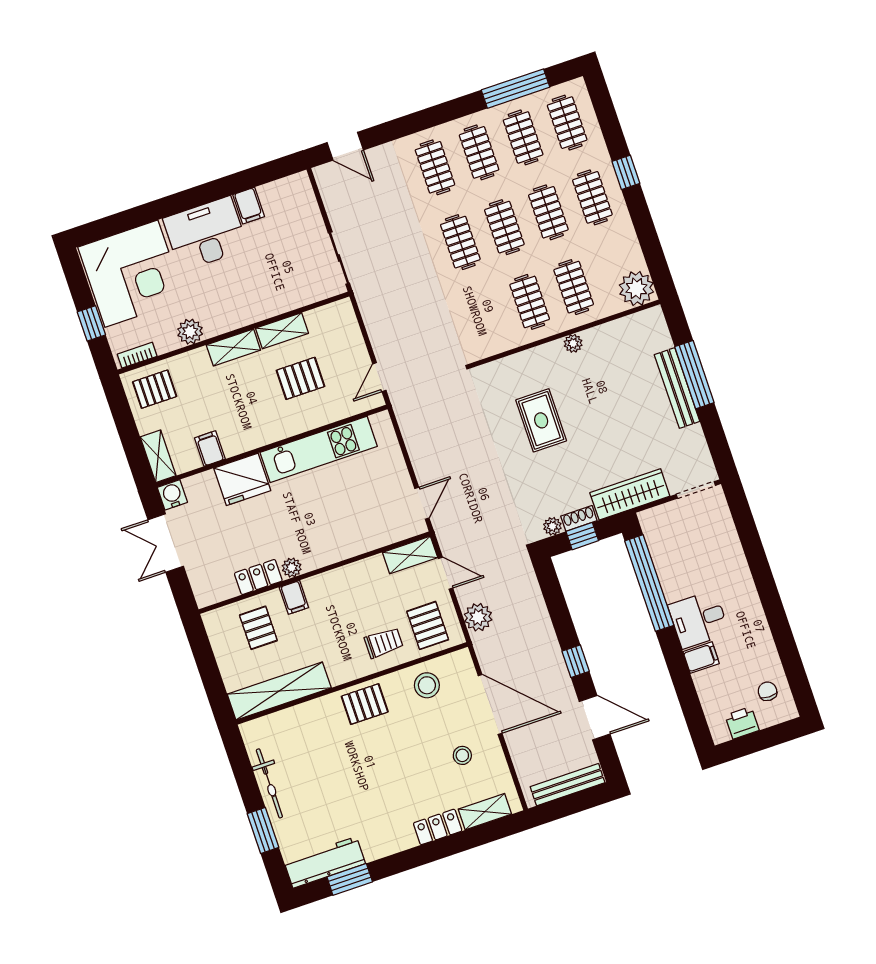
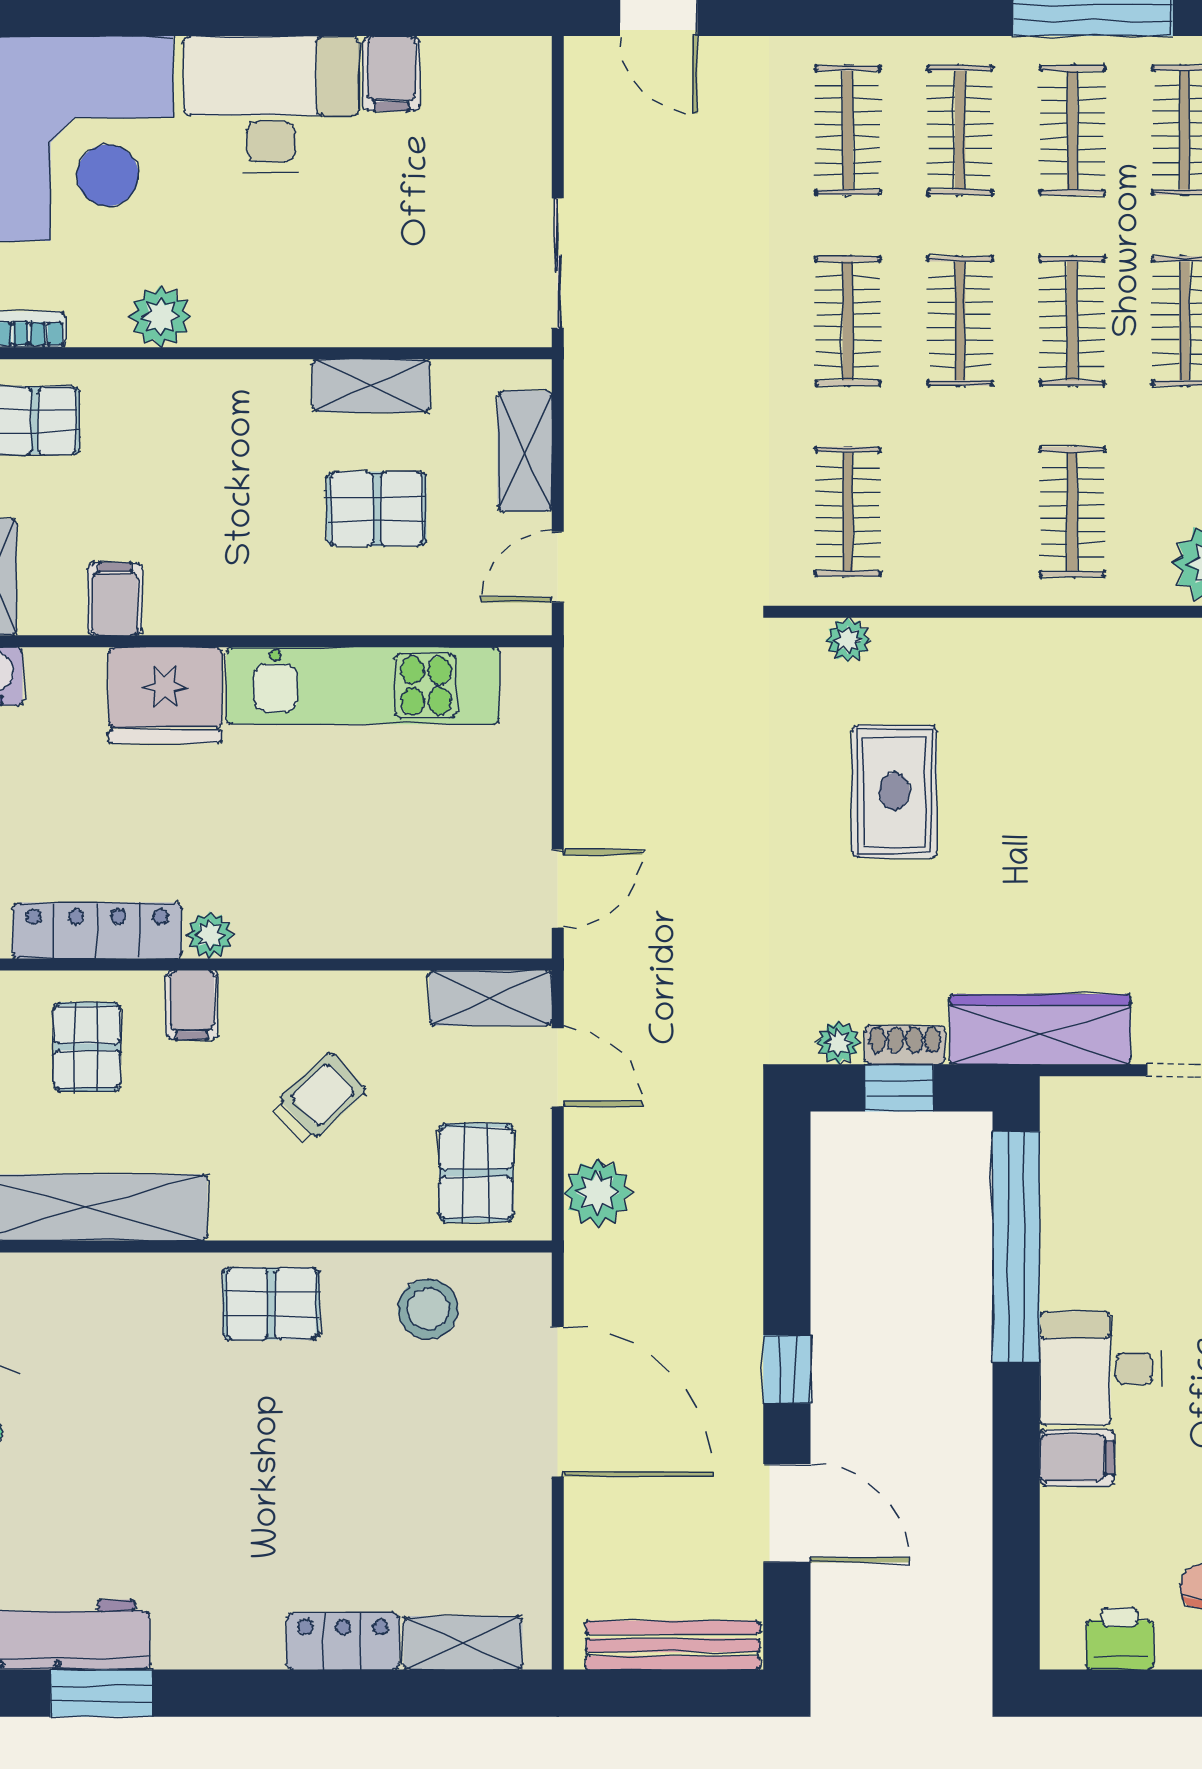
clothes rail: (530, 302) -> (848, 512), moved
plant: (573, 343) -> (848, 640), moved
shelving: (233, 347) -> (525, 451), moved, turned 90
locker: (258, 577) -> (97, 931), width x1.53
trolley: (384, 643) -> (319, 1099), moved, turned -43
stool: (462, 755) -> (455, 1497), removed

